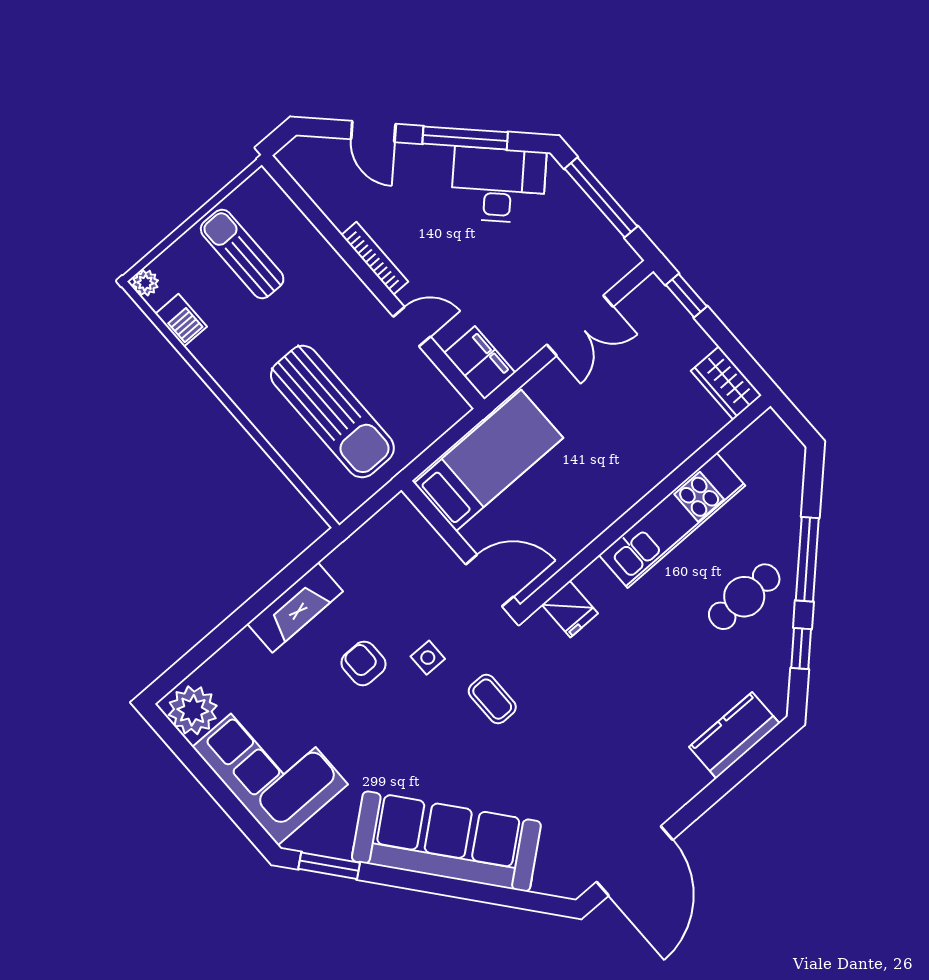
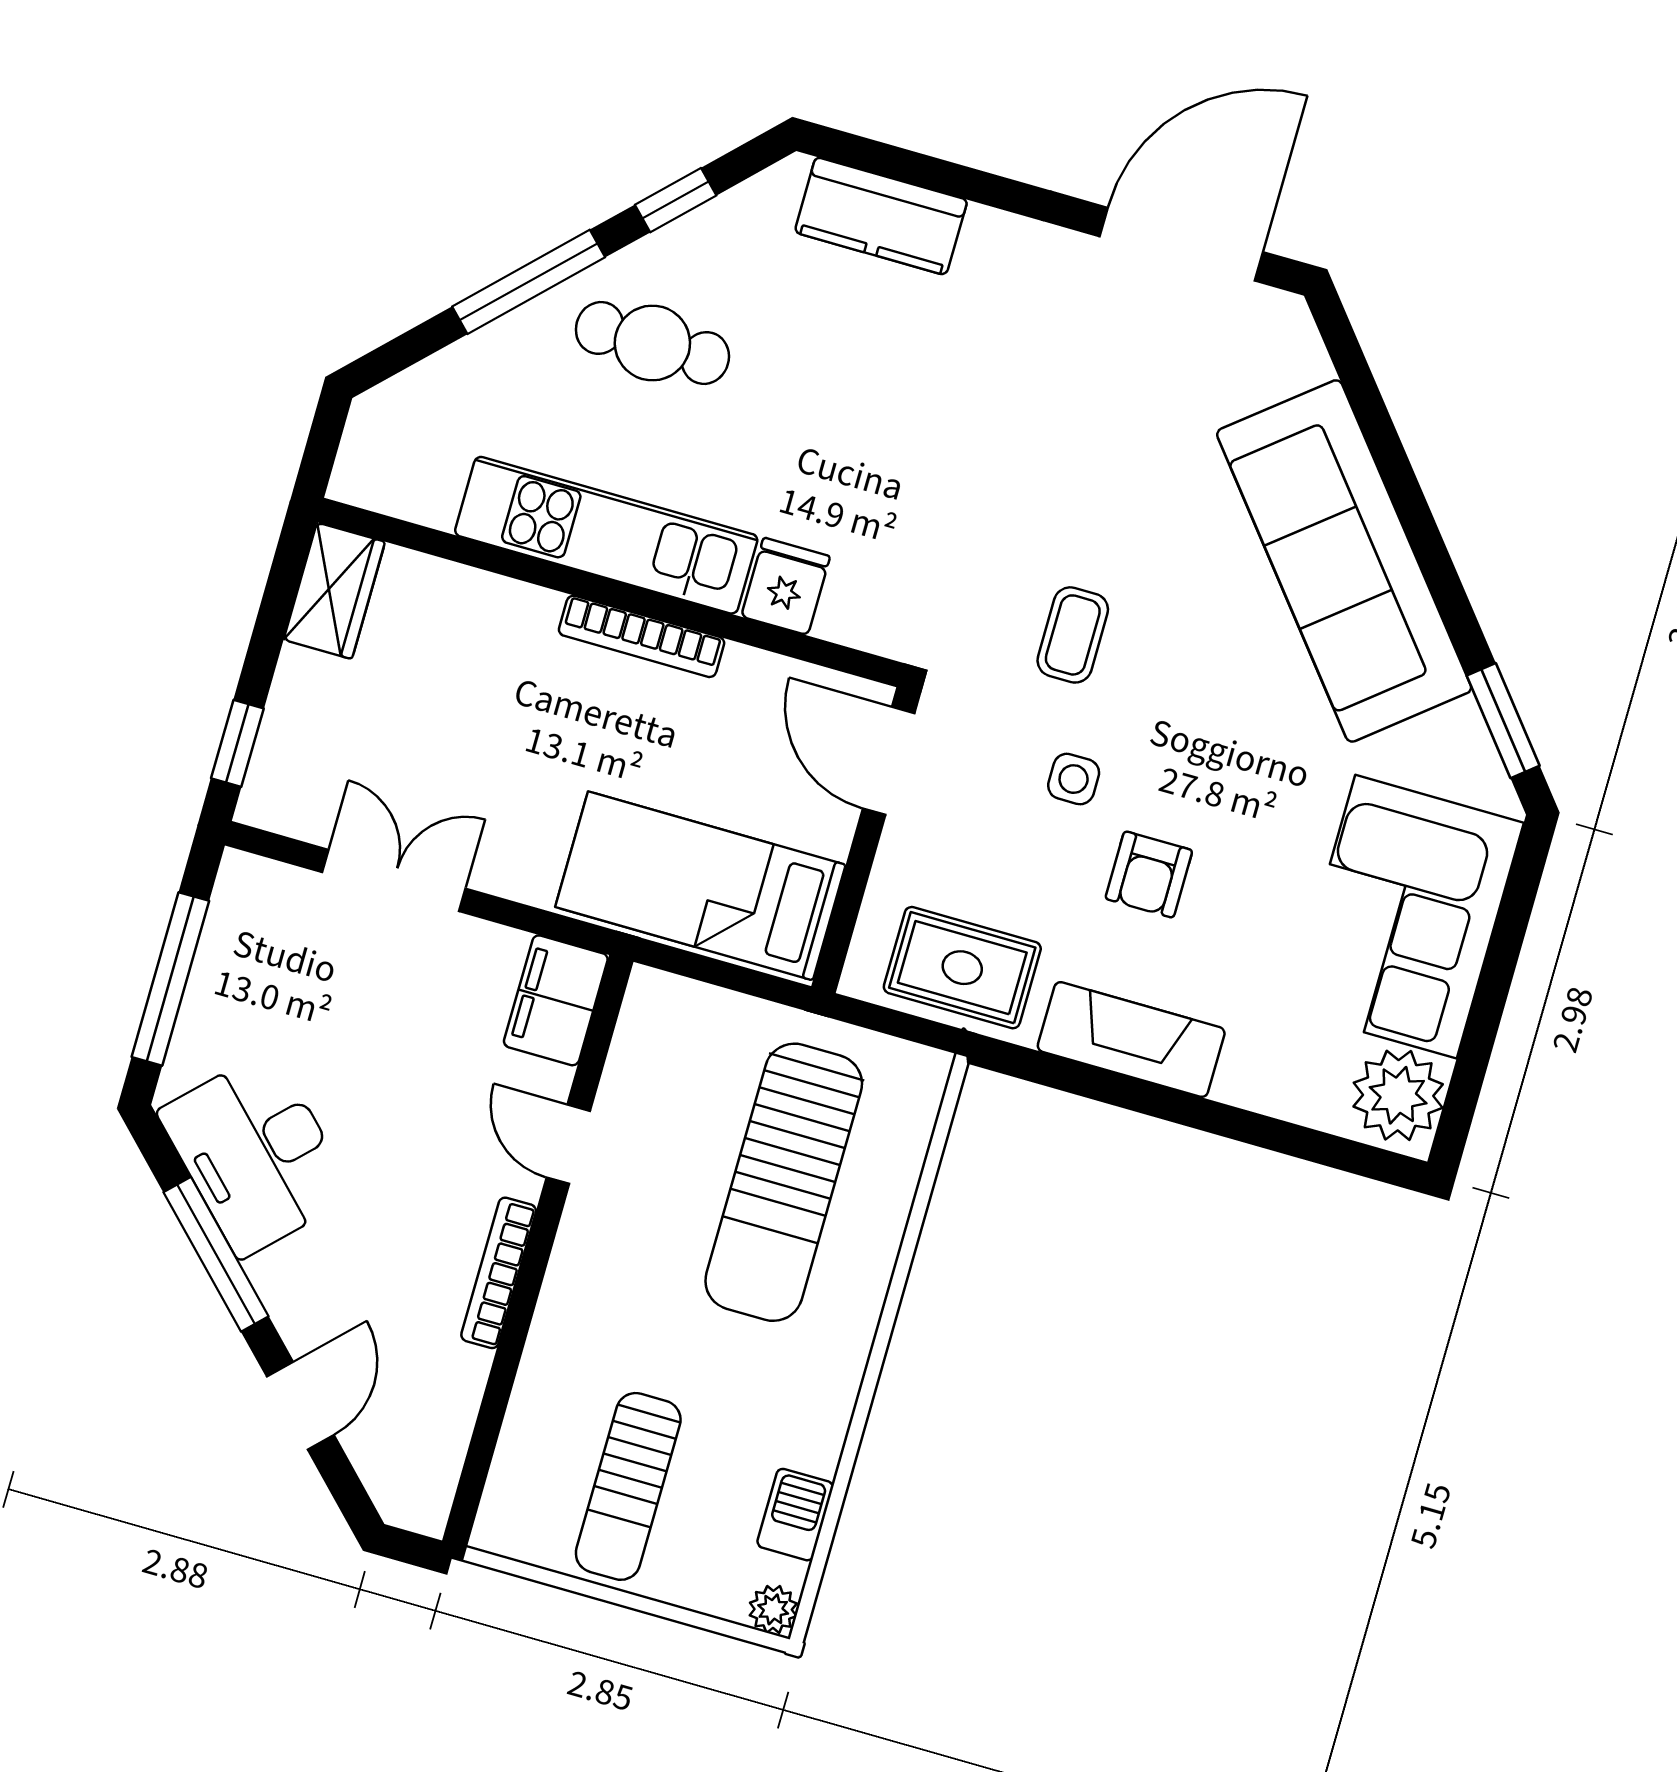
sun lounger: (332, 412) -> (784, 1182), turned 180
bookcase: (617, 507) -> (642, 636), added
rug: (376, 553) -> (962, 968), added
fridge: (570, 609) -> (786, 586), moved

